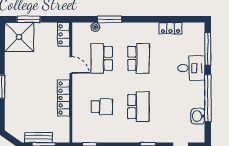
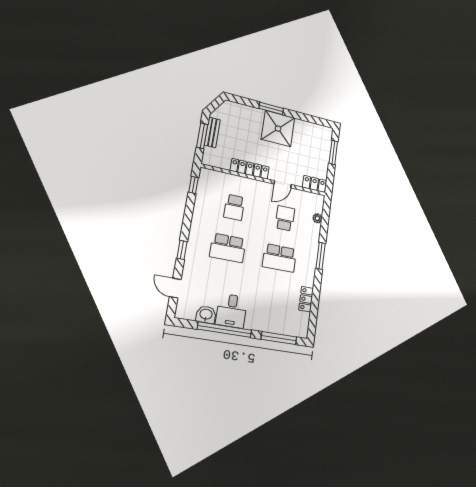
window: (110, 19) -> (321, 256), moved
shower: (19, 37) -> (278, 129), moved
school desk: (102, 58) -> (285, 218), width x0.54
desk: (191, 68) -> (232, 311), moved

